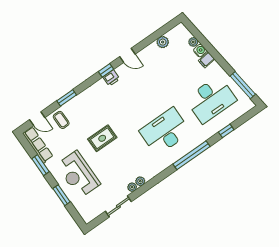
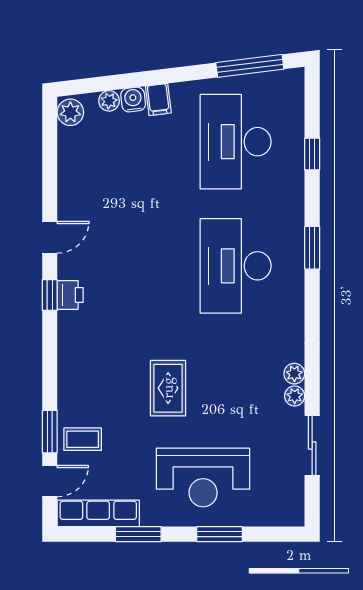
plant: (163, 42) -> (70, 112), moved
window: (67, 98) -> (50, 432), moved
desk: (211, 99) -> (236, 142), turned 180
window: (191, 155) -> (312, 248), width x0.47

